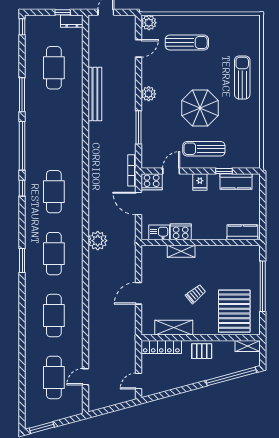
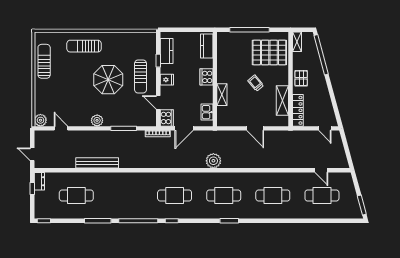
sun lounger: (187, 43) -> (44, 61), moved
cooker: (181, 232) -> (206, 77), moved

